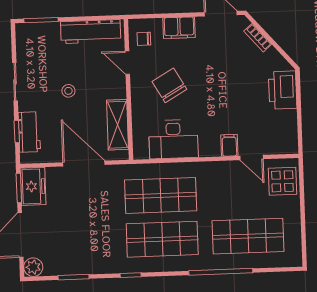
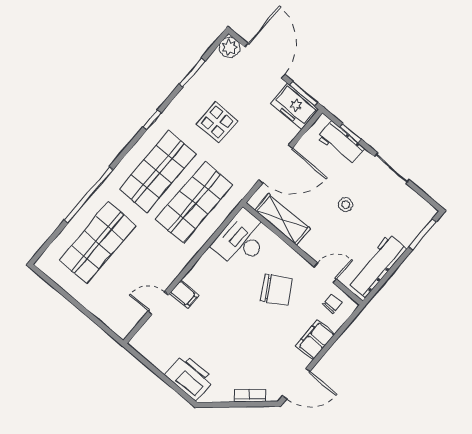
desk: (173, 139) -> (242, 240), moved
display table: (282, 181) -> (217, 122), moved

